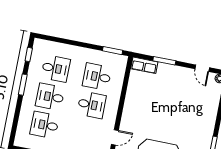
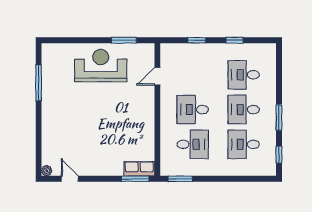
window: (164, 61) -> (135, 179), moved
desk: (50, 97) -> (244, 110), turned 180
desk: (45, 125) -> (244, 75), turned 180

